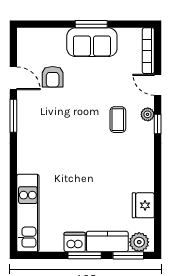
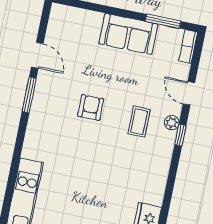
window: (91, 24) -> (163, 21), moved
bookcase: (148, 51) -> (188, 46), width x0.64
armchair: (53, 77) -> (91, 108), moved, turned 180

